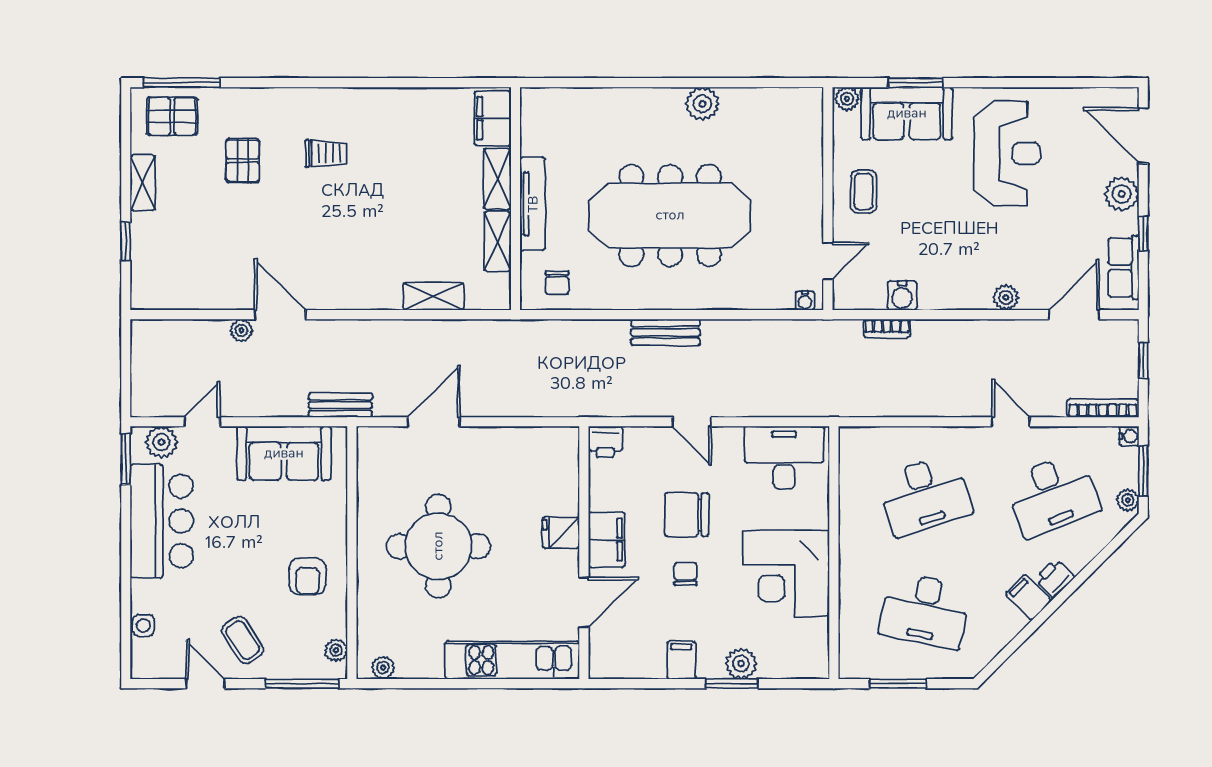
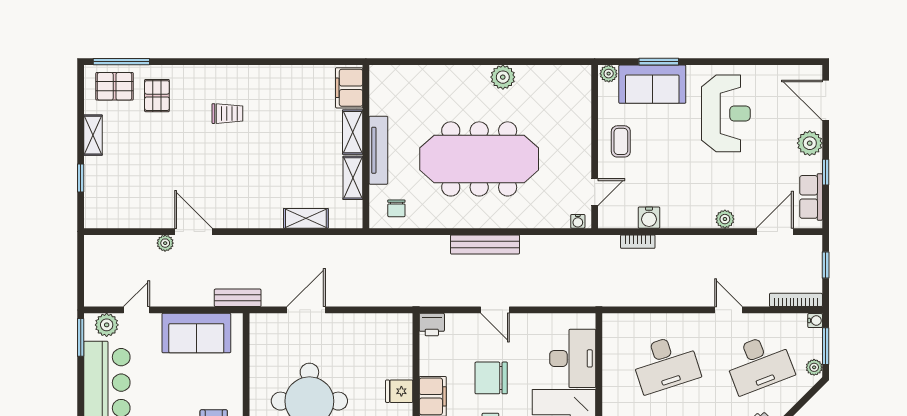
pallet: (243, 161) -> (157, 96), moved
bench: (666, 332) -> (485, 244), width x1.36
desk: (784, 458) -> (573, 358), moved, turned 90

